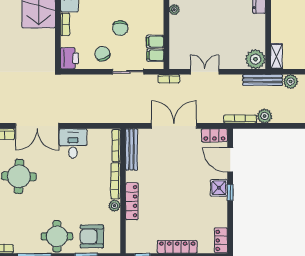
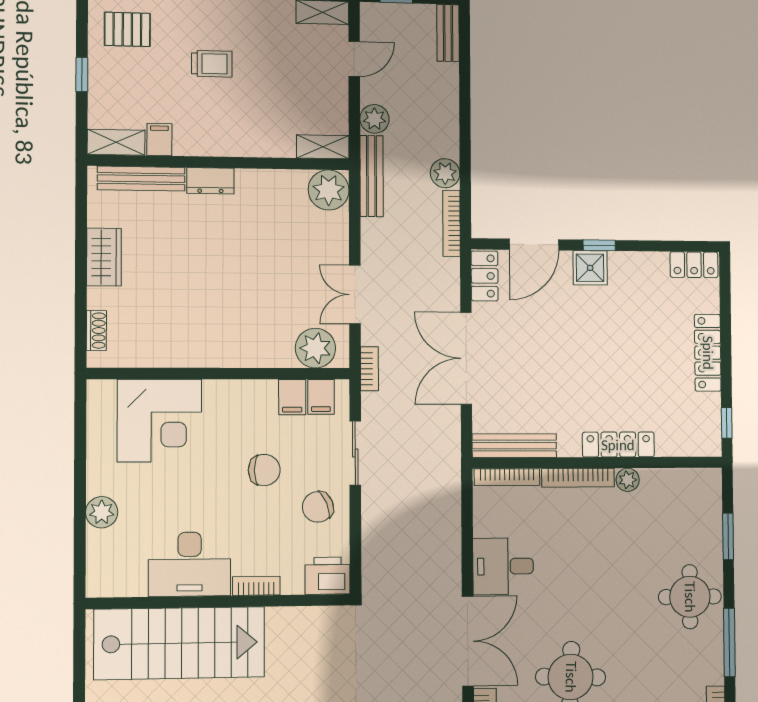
plant: (174, 10) -> (315, 348), moved, width x1.88, depth x1.88
armchair: (92, 236) -> (689, 526), removed

